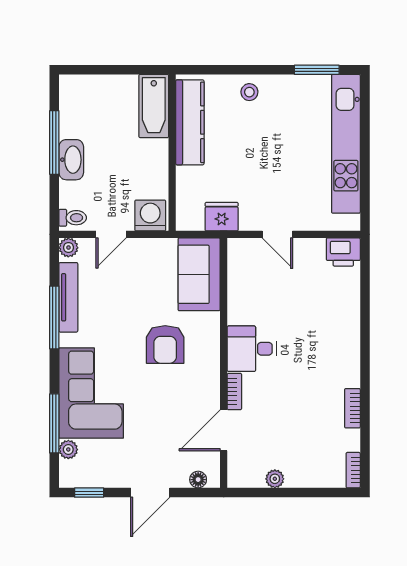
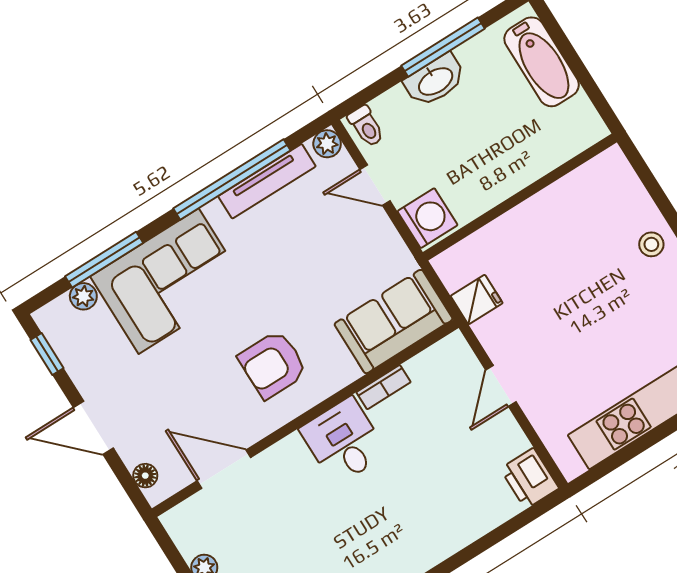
bathtub: (154, 106) -> (542, 62), moved, turned -90
kitchen counter: (190, 122) -> (570, 195), removed
fridge: (222, 217) -> (477, 300), width x0.72
window: (54, 317) -> (232, 179), width x1.46
armchair: (165, 345) -> (273, 365), moved
bookcase: (234, 391) -> (383, 387), moved

